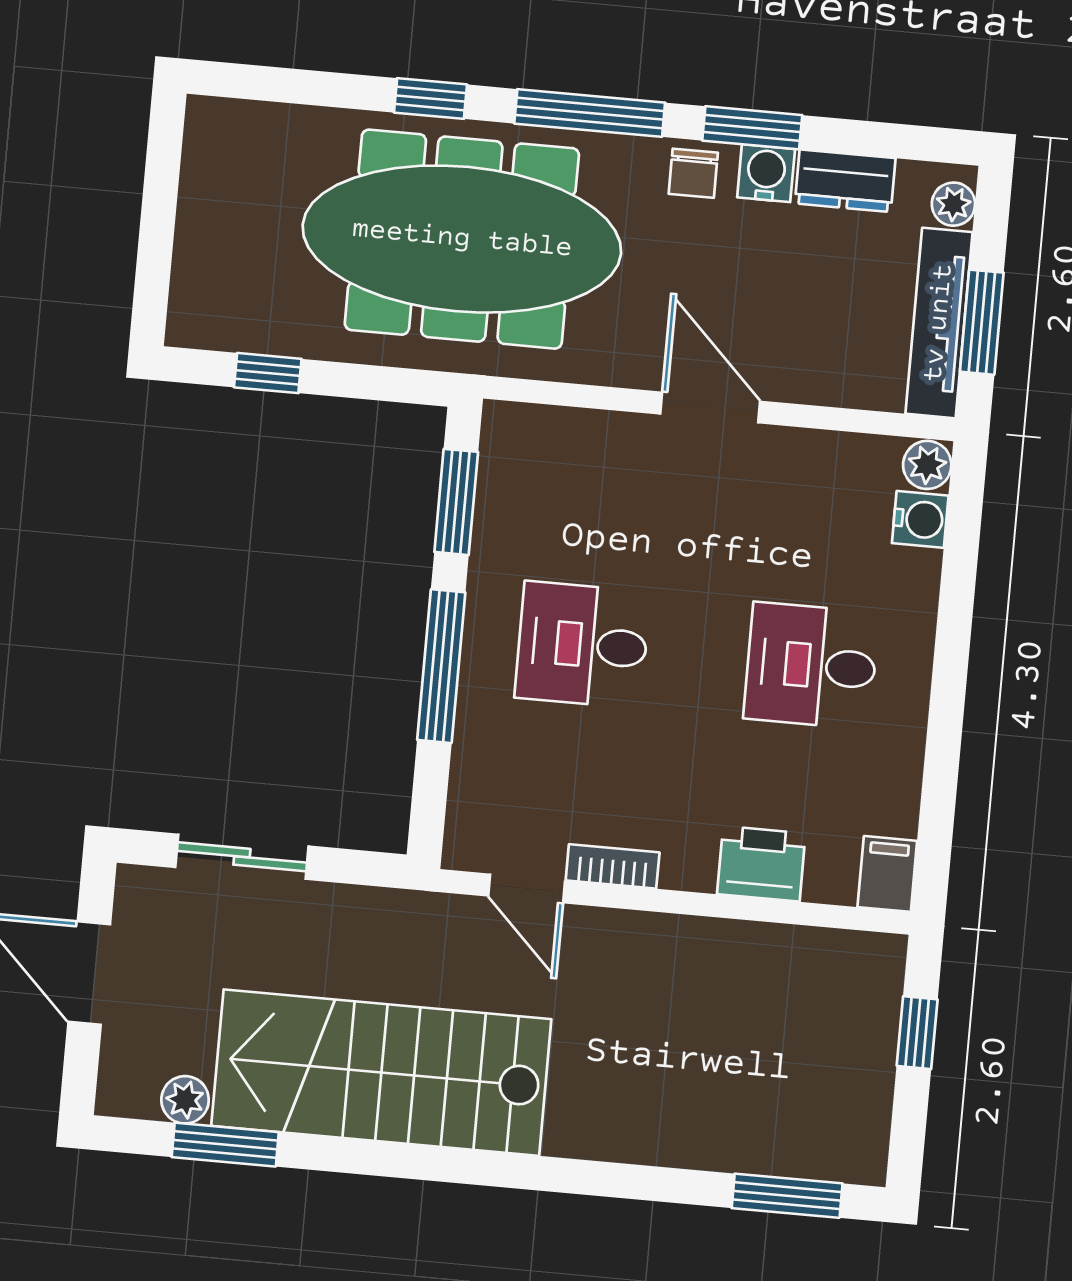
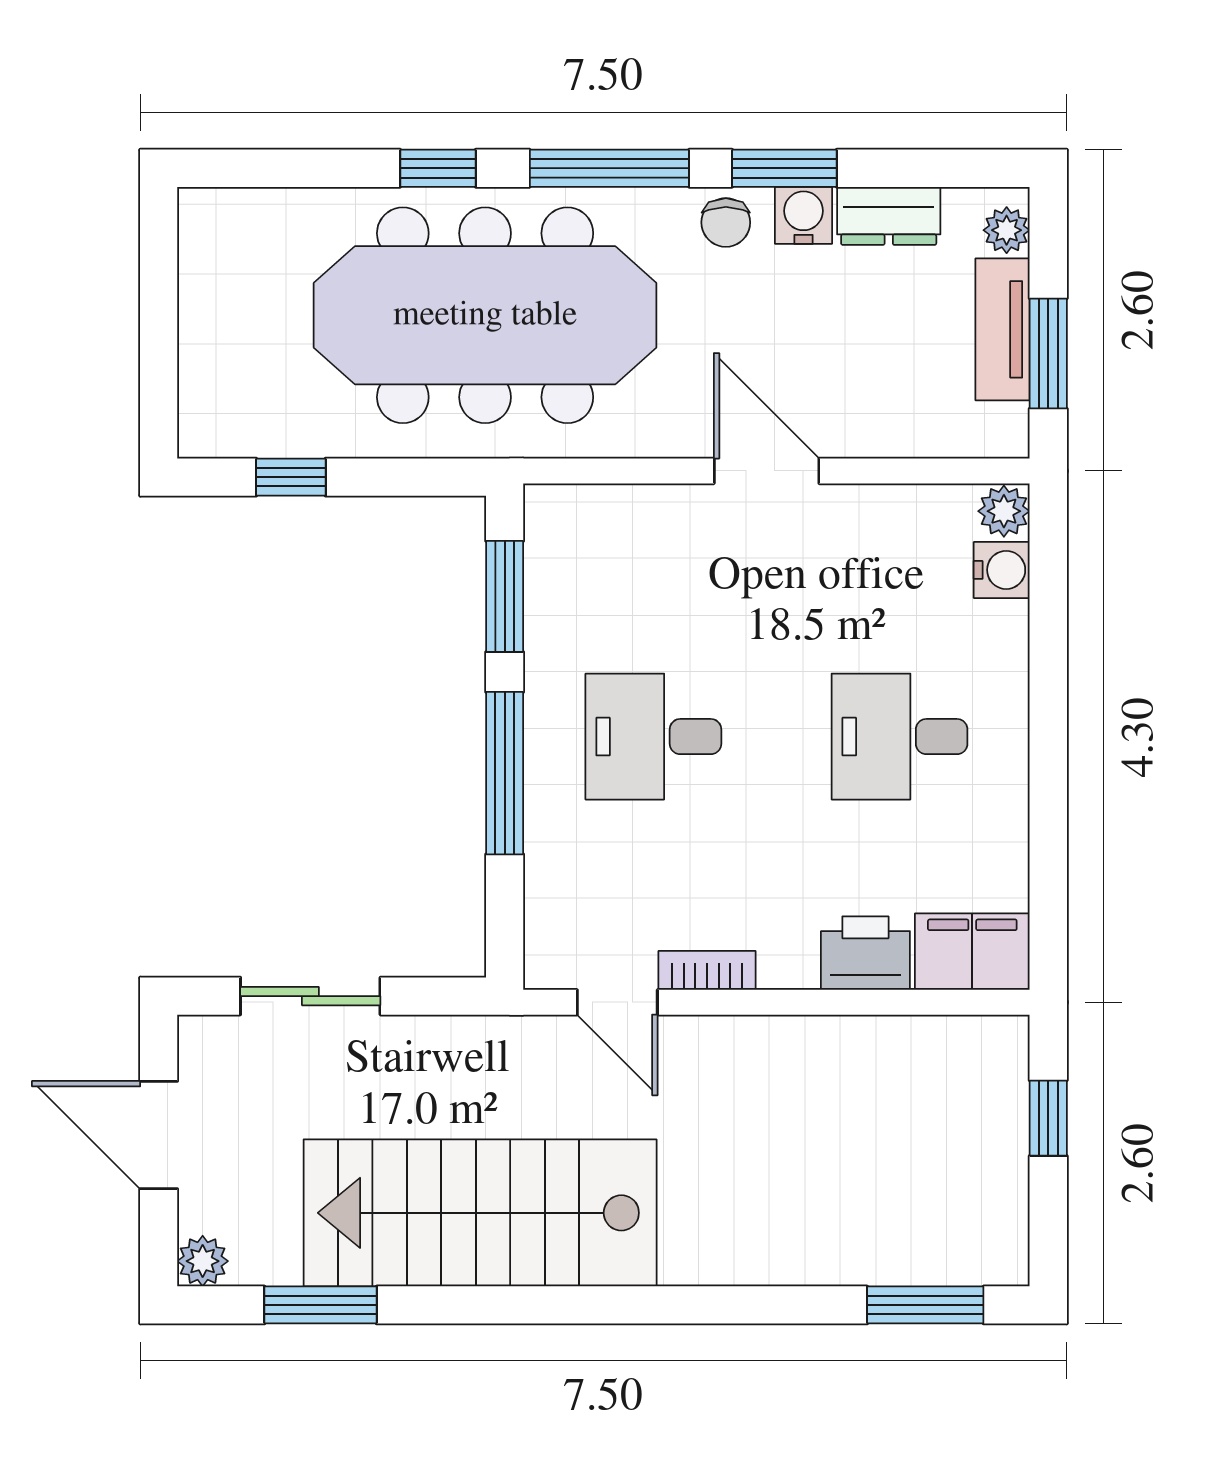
tv unit: (939, 323) -> (1003, 329), width x0.71
filing cabinet: (887, 874) -> (972, 952), width x2.00
plant: (185, 1100) -> (203, 1261), moved

